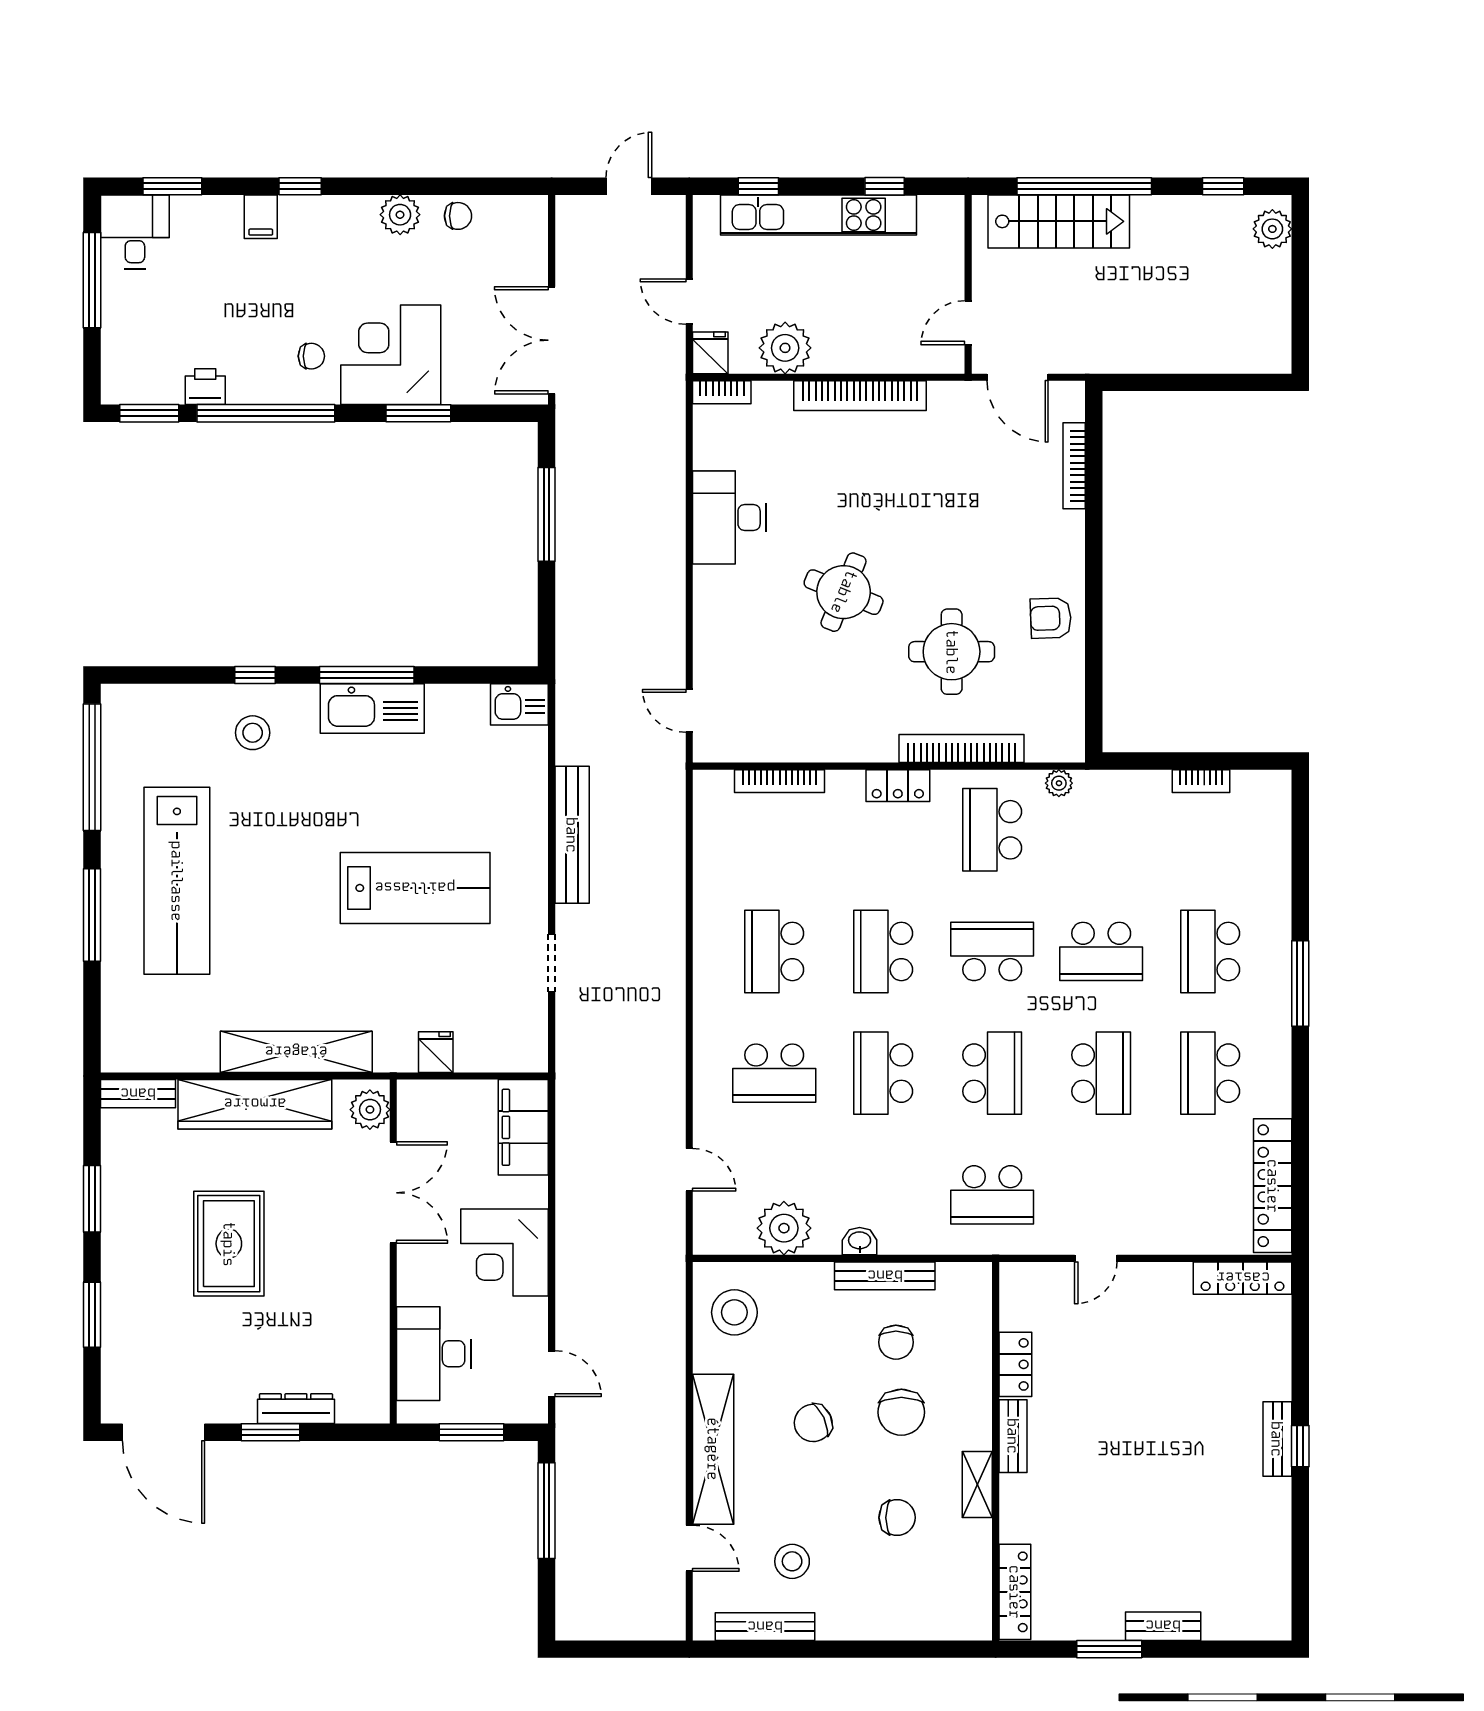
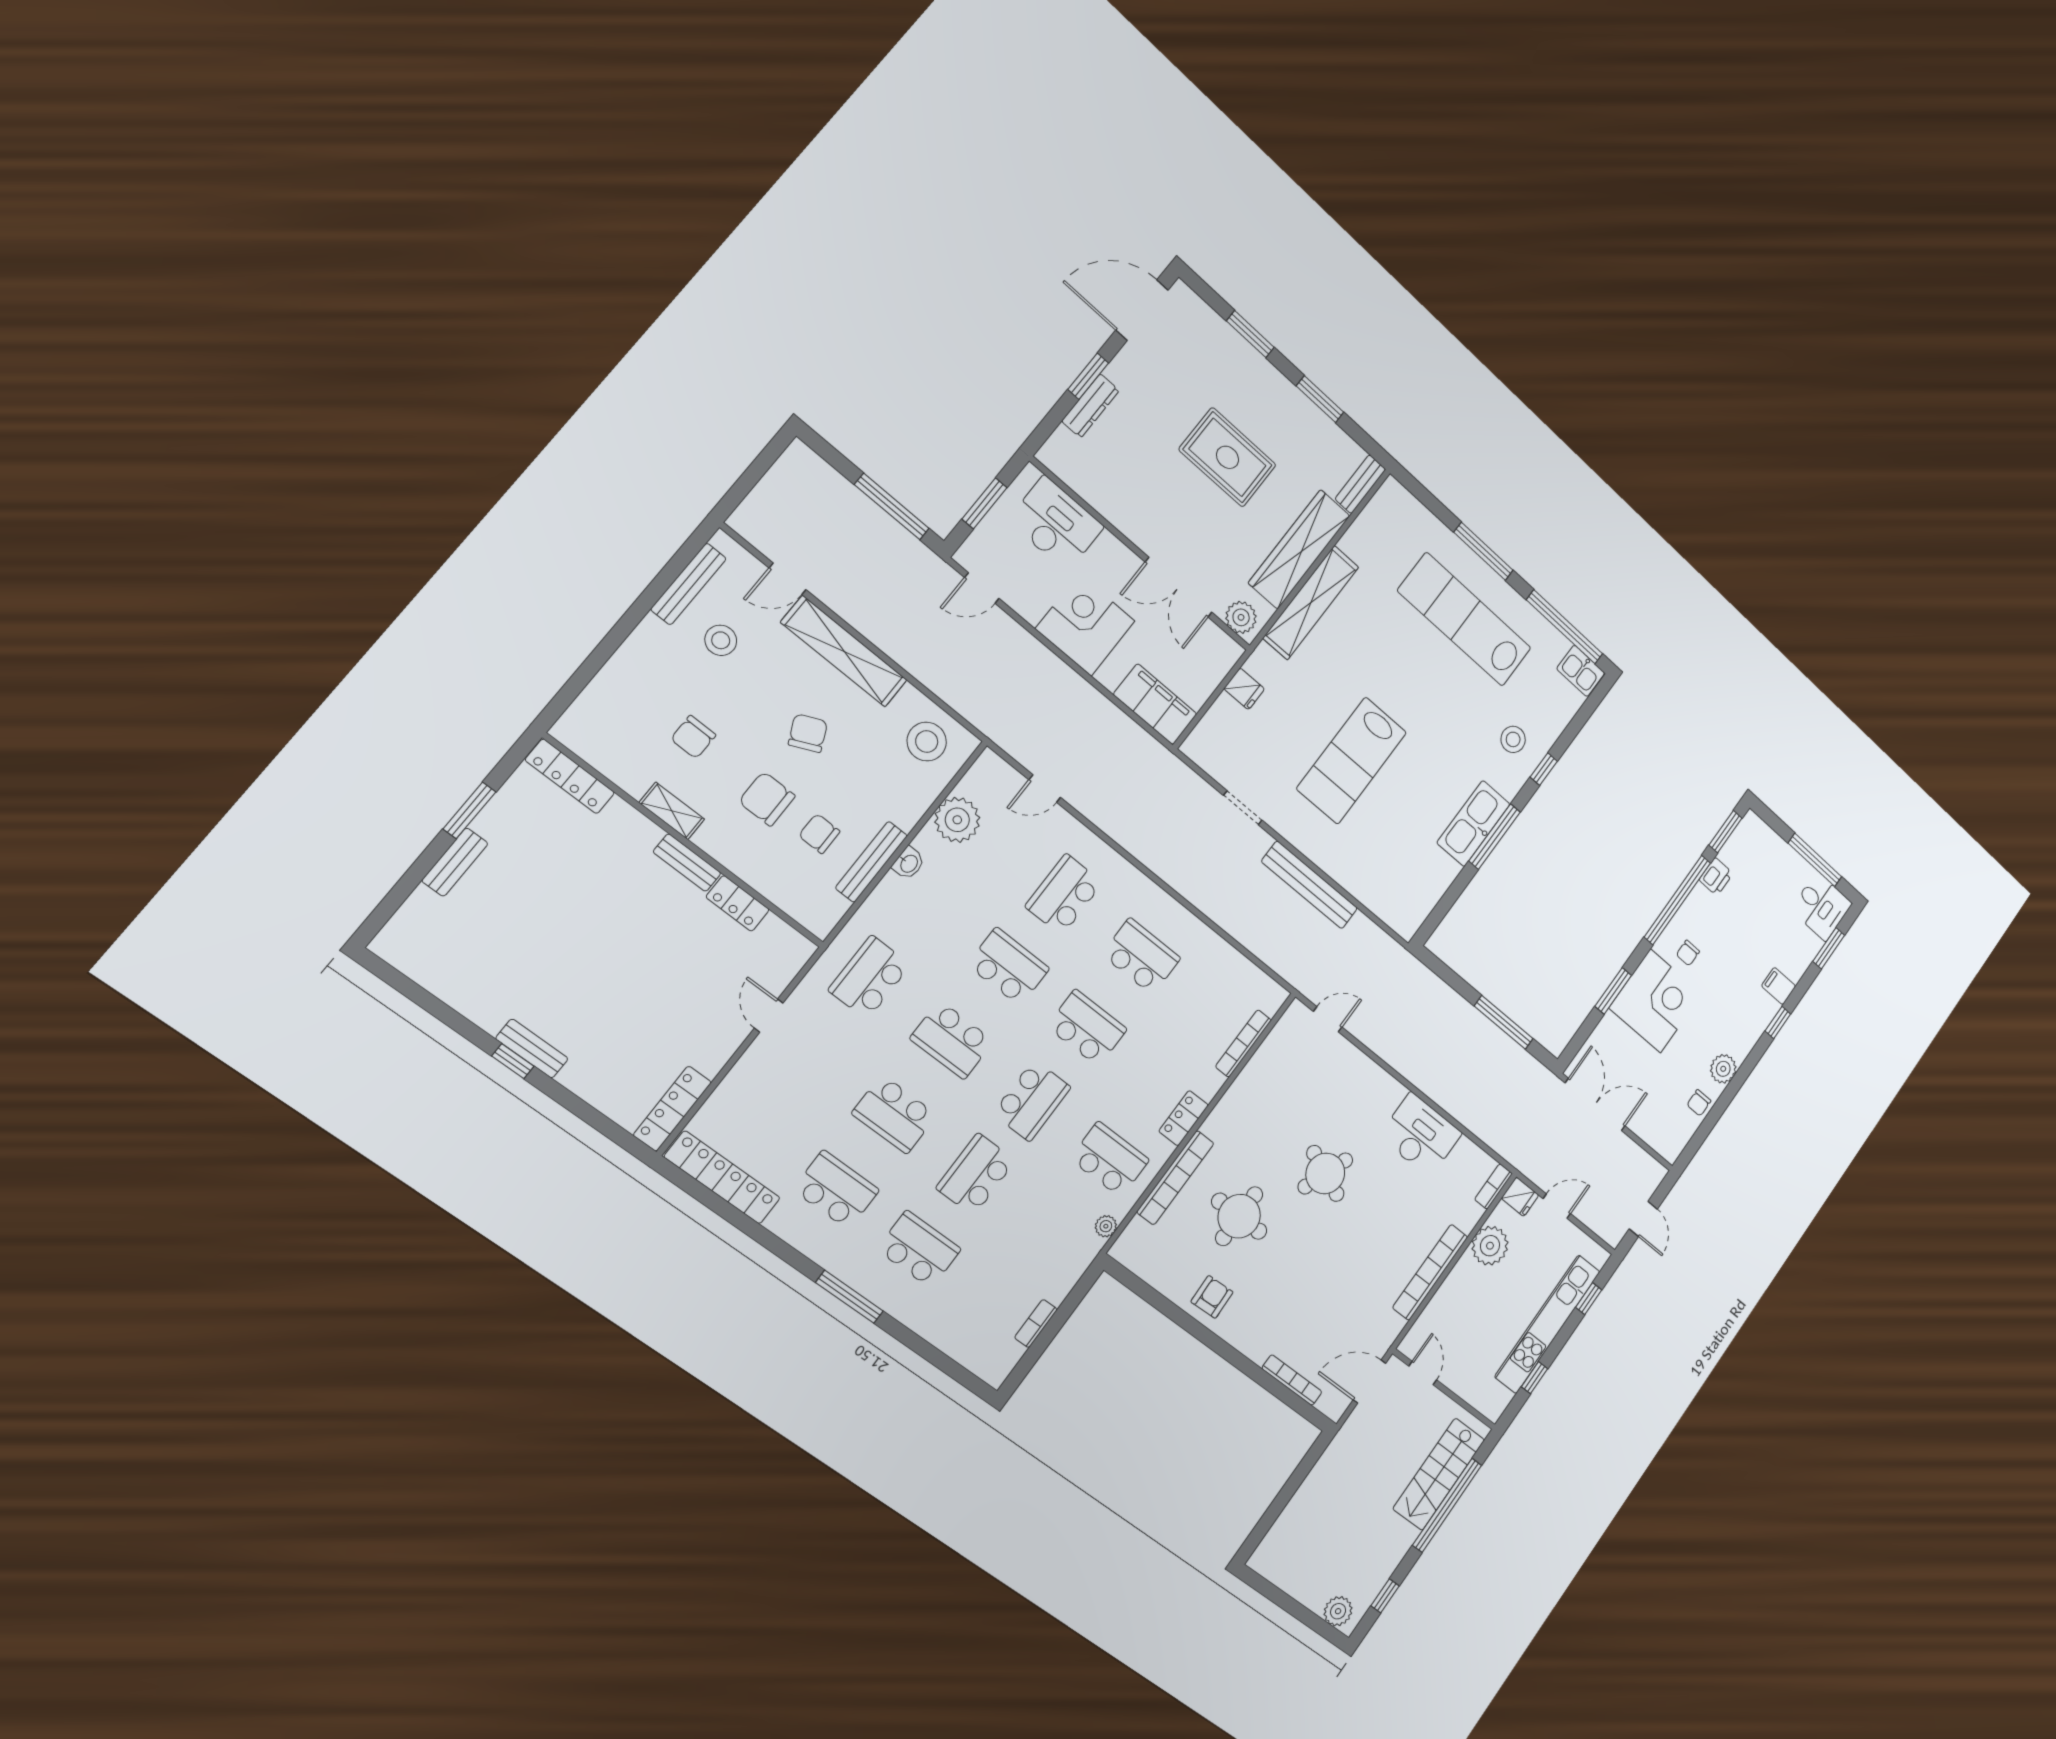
kitchen sink: (519, 704) -> (1581, 671), moved, turned -90

